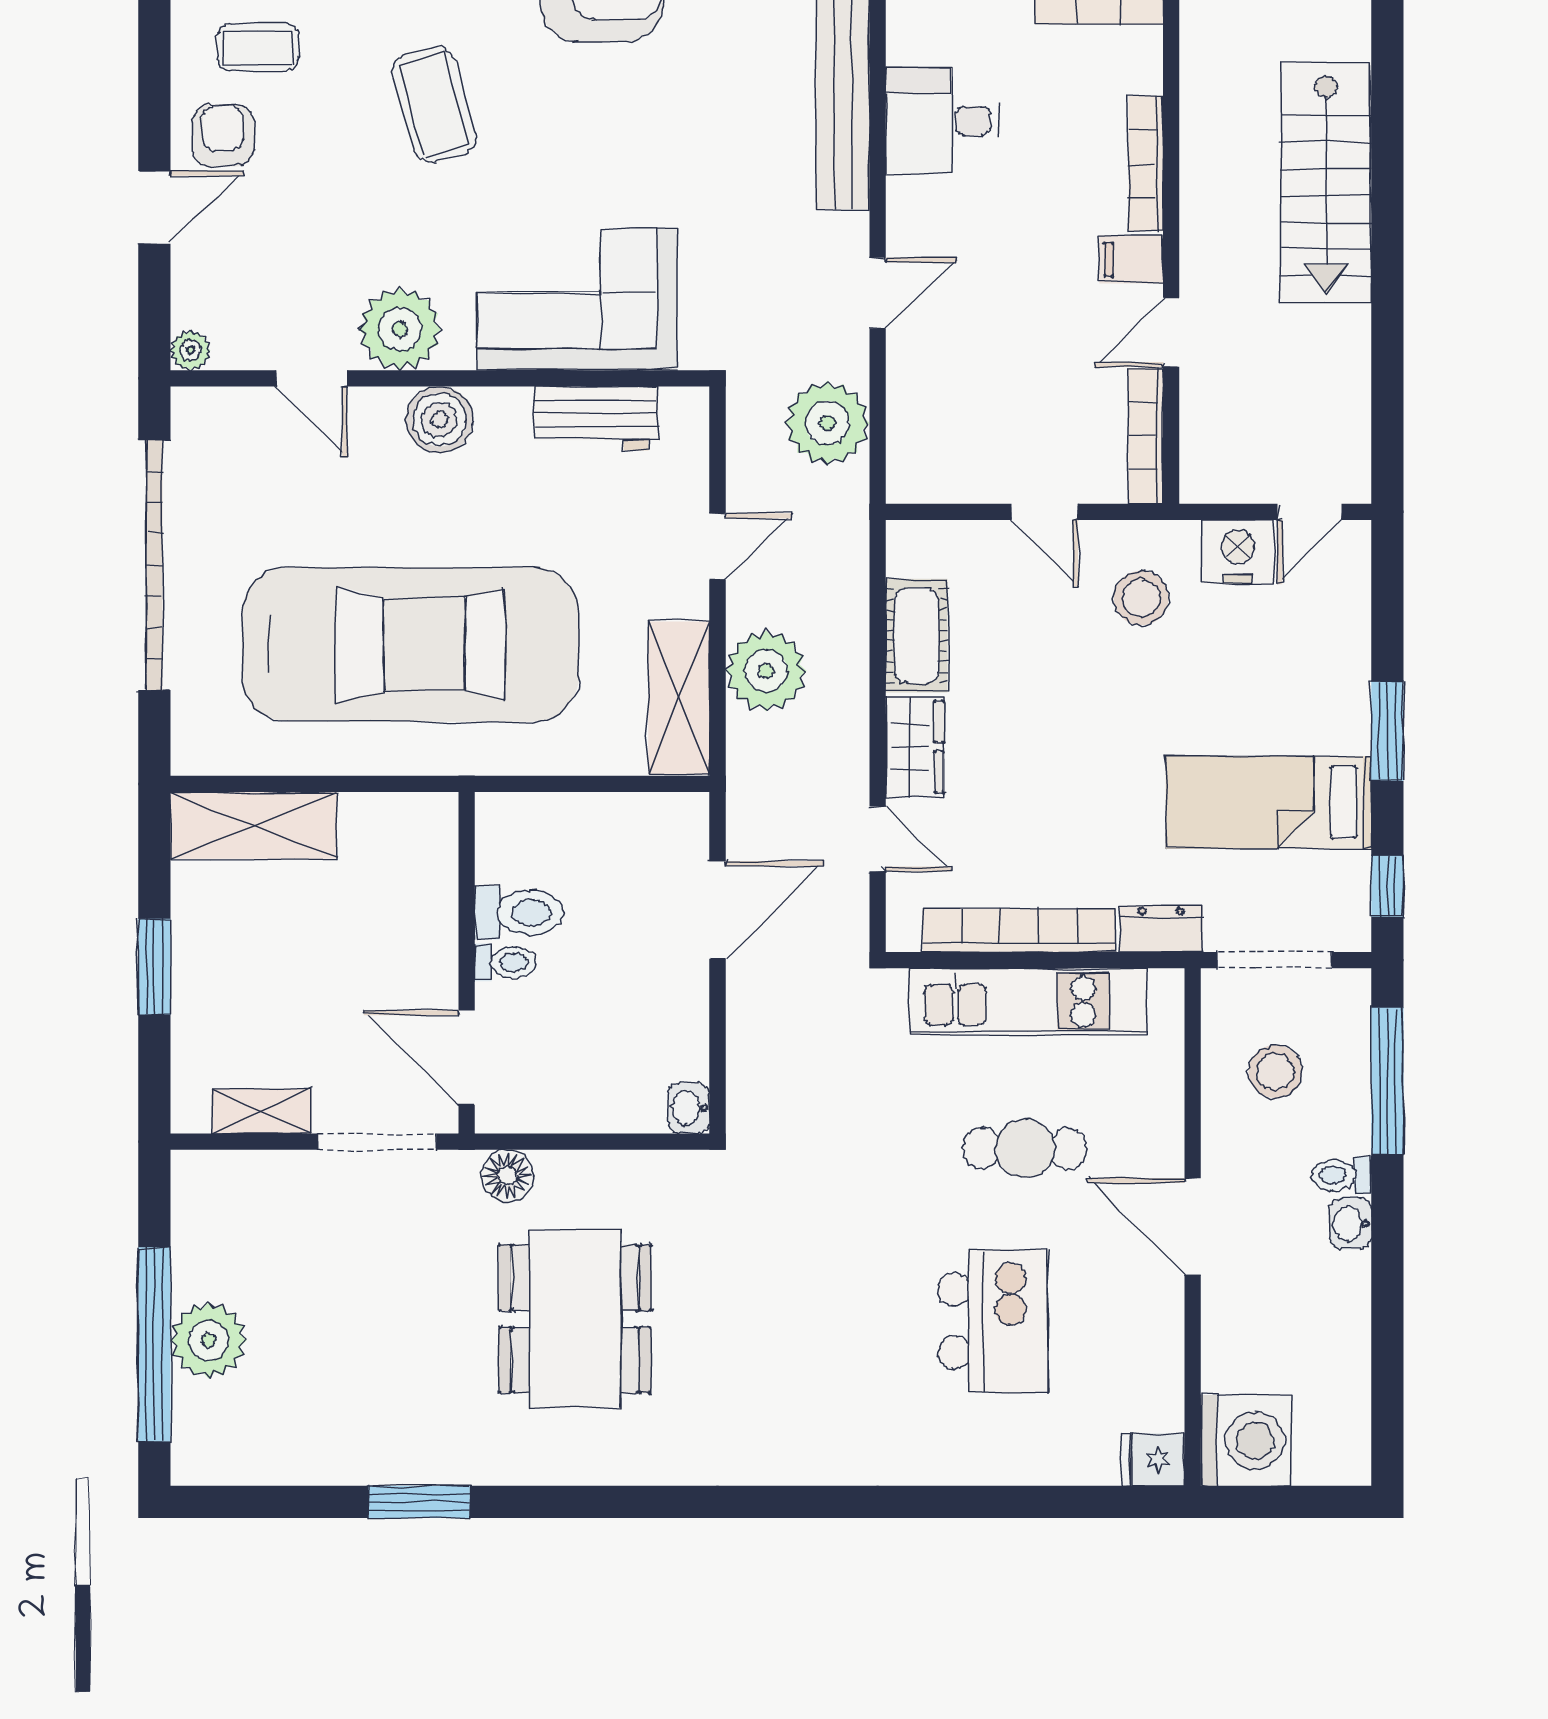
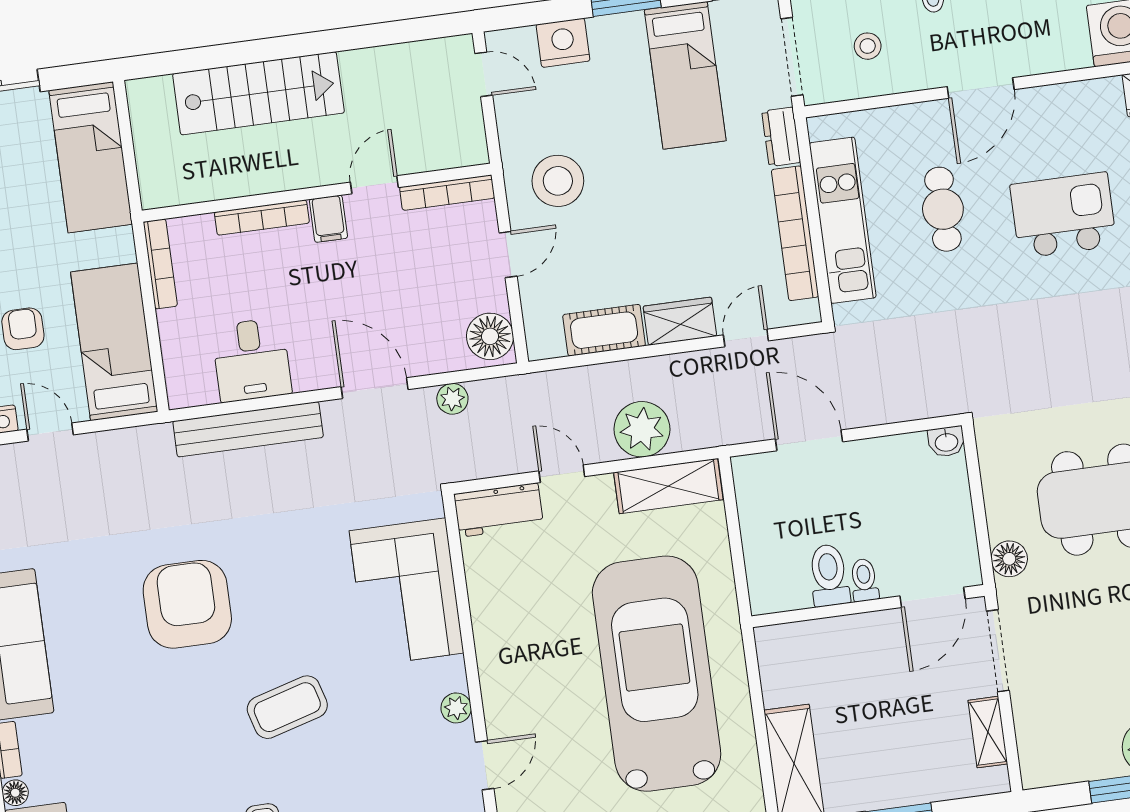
door: (878, 293) -> (375, 388), width x1.38
plant: (400, 329) -> (456, 708), width x0.53, depth x0.53
door: (1171, 332) -> (374, 185), swing flipped
workbench: (596, 418) -> (499, 510), moved, turned 90
boiler: (440, 420) -> (501, 674), removed
plant: (827, 423) -> (452, 399), width x0.53, depth x0.53
floor lamp: (930, 470) -> (490, 336), added
nightstand: (1238, 552) -> (563, 43), moved, turned 90
stool: (1141, 598) -> (558, 181), width x1.38, depth x1.38
stool: (1275, 1072) -> (868, 46), width x0.73, depth x0.73

